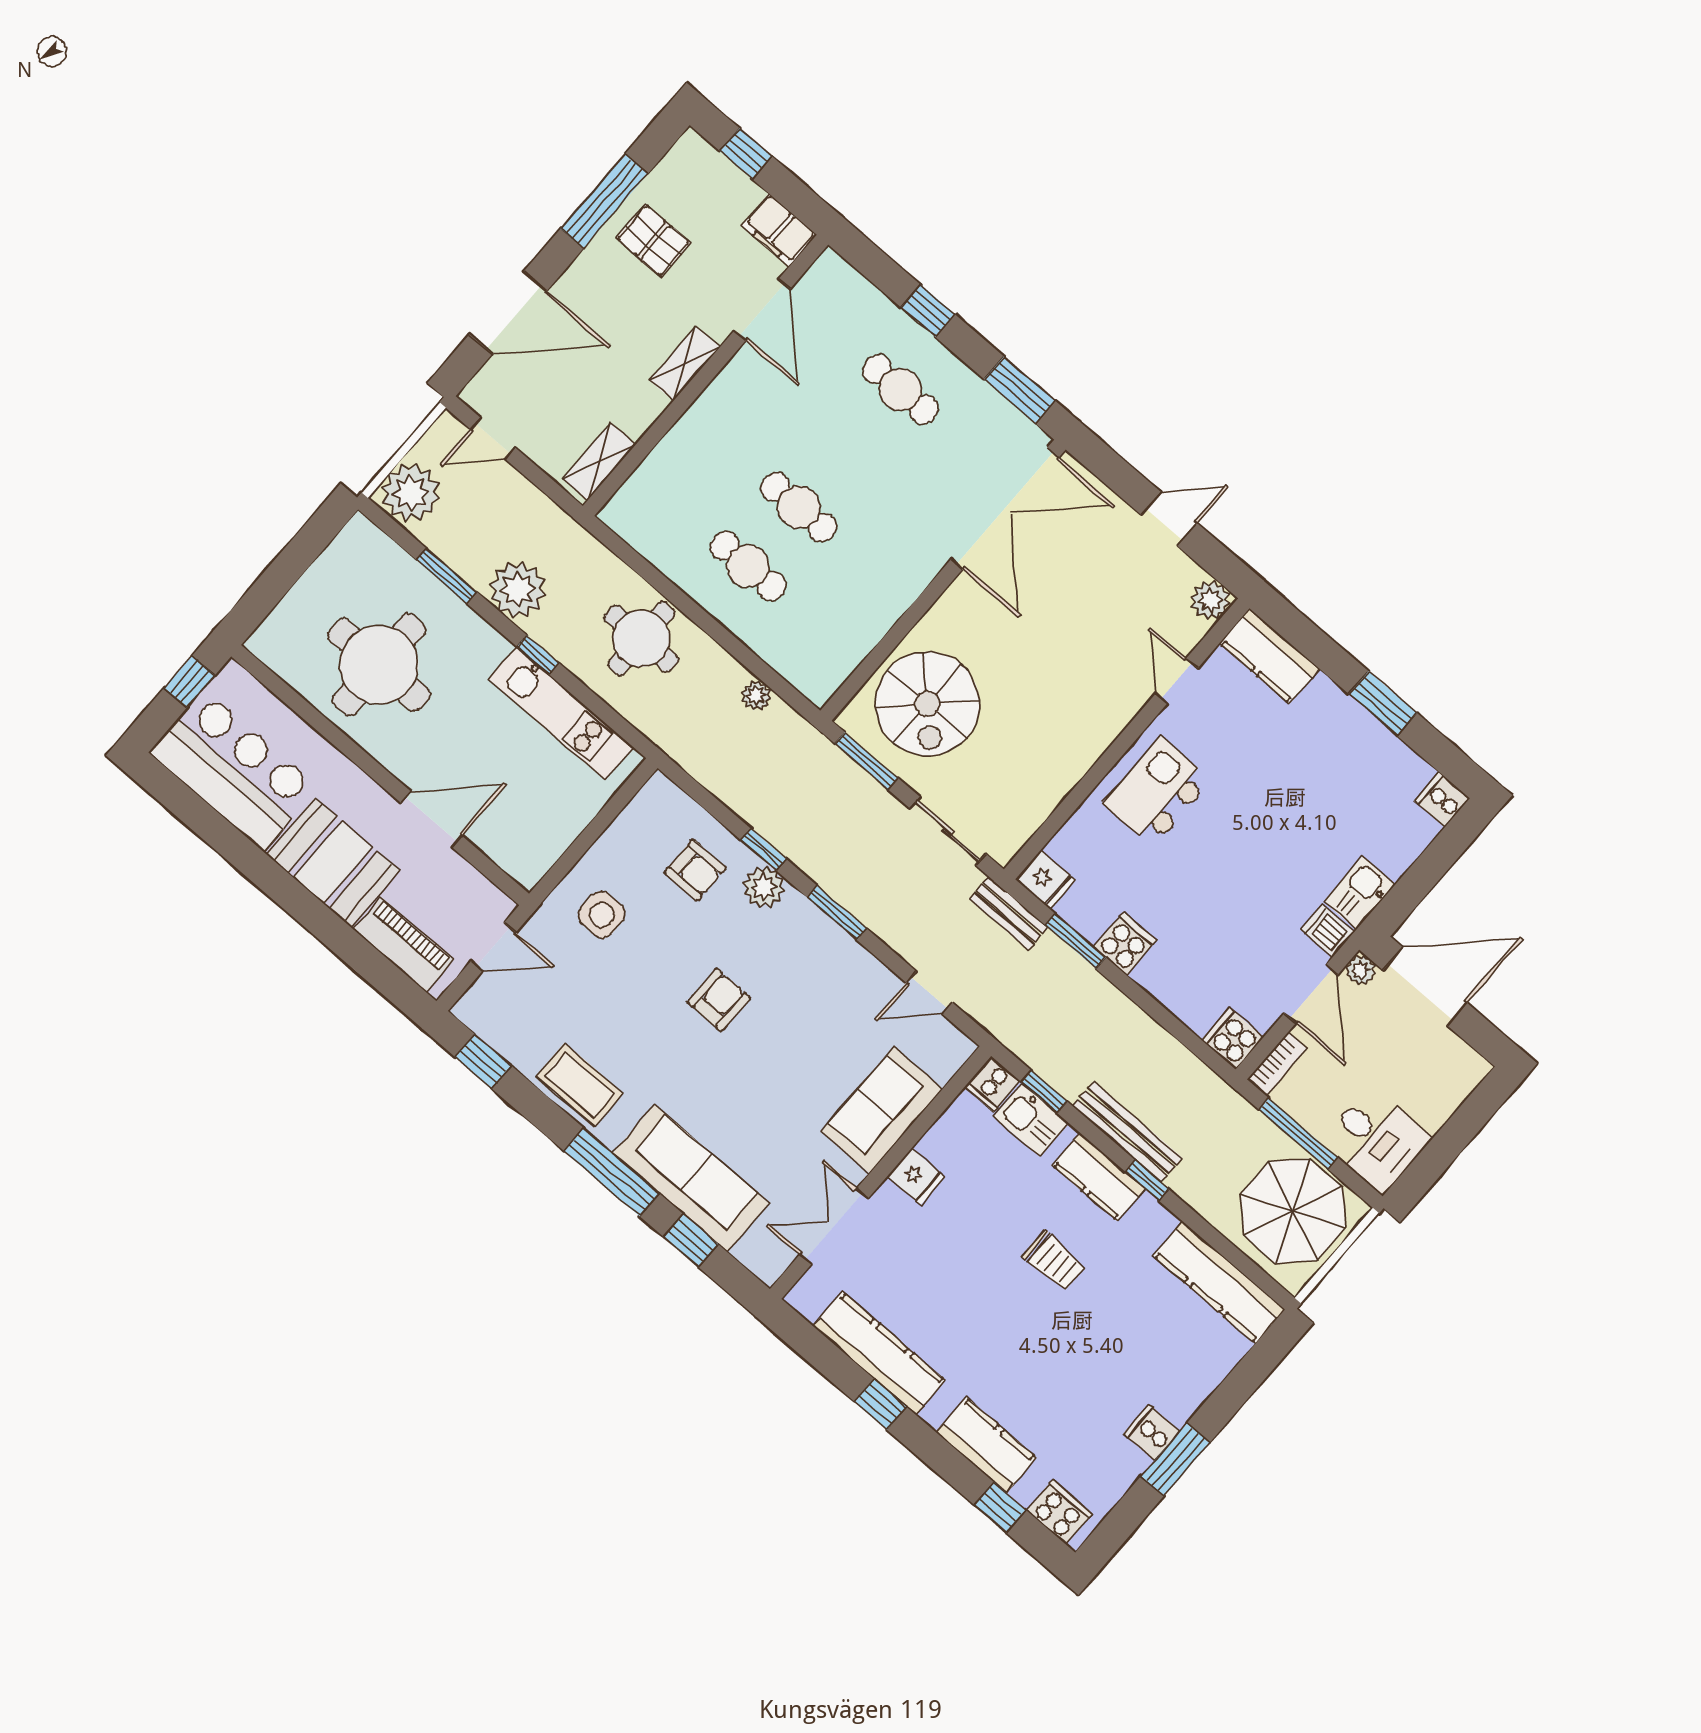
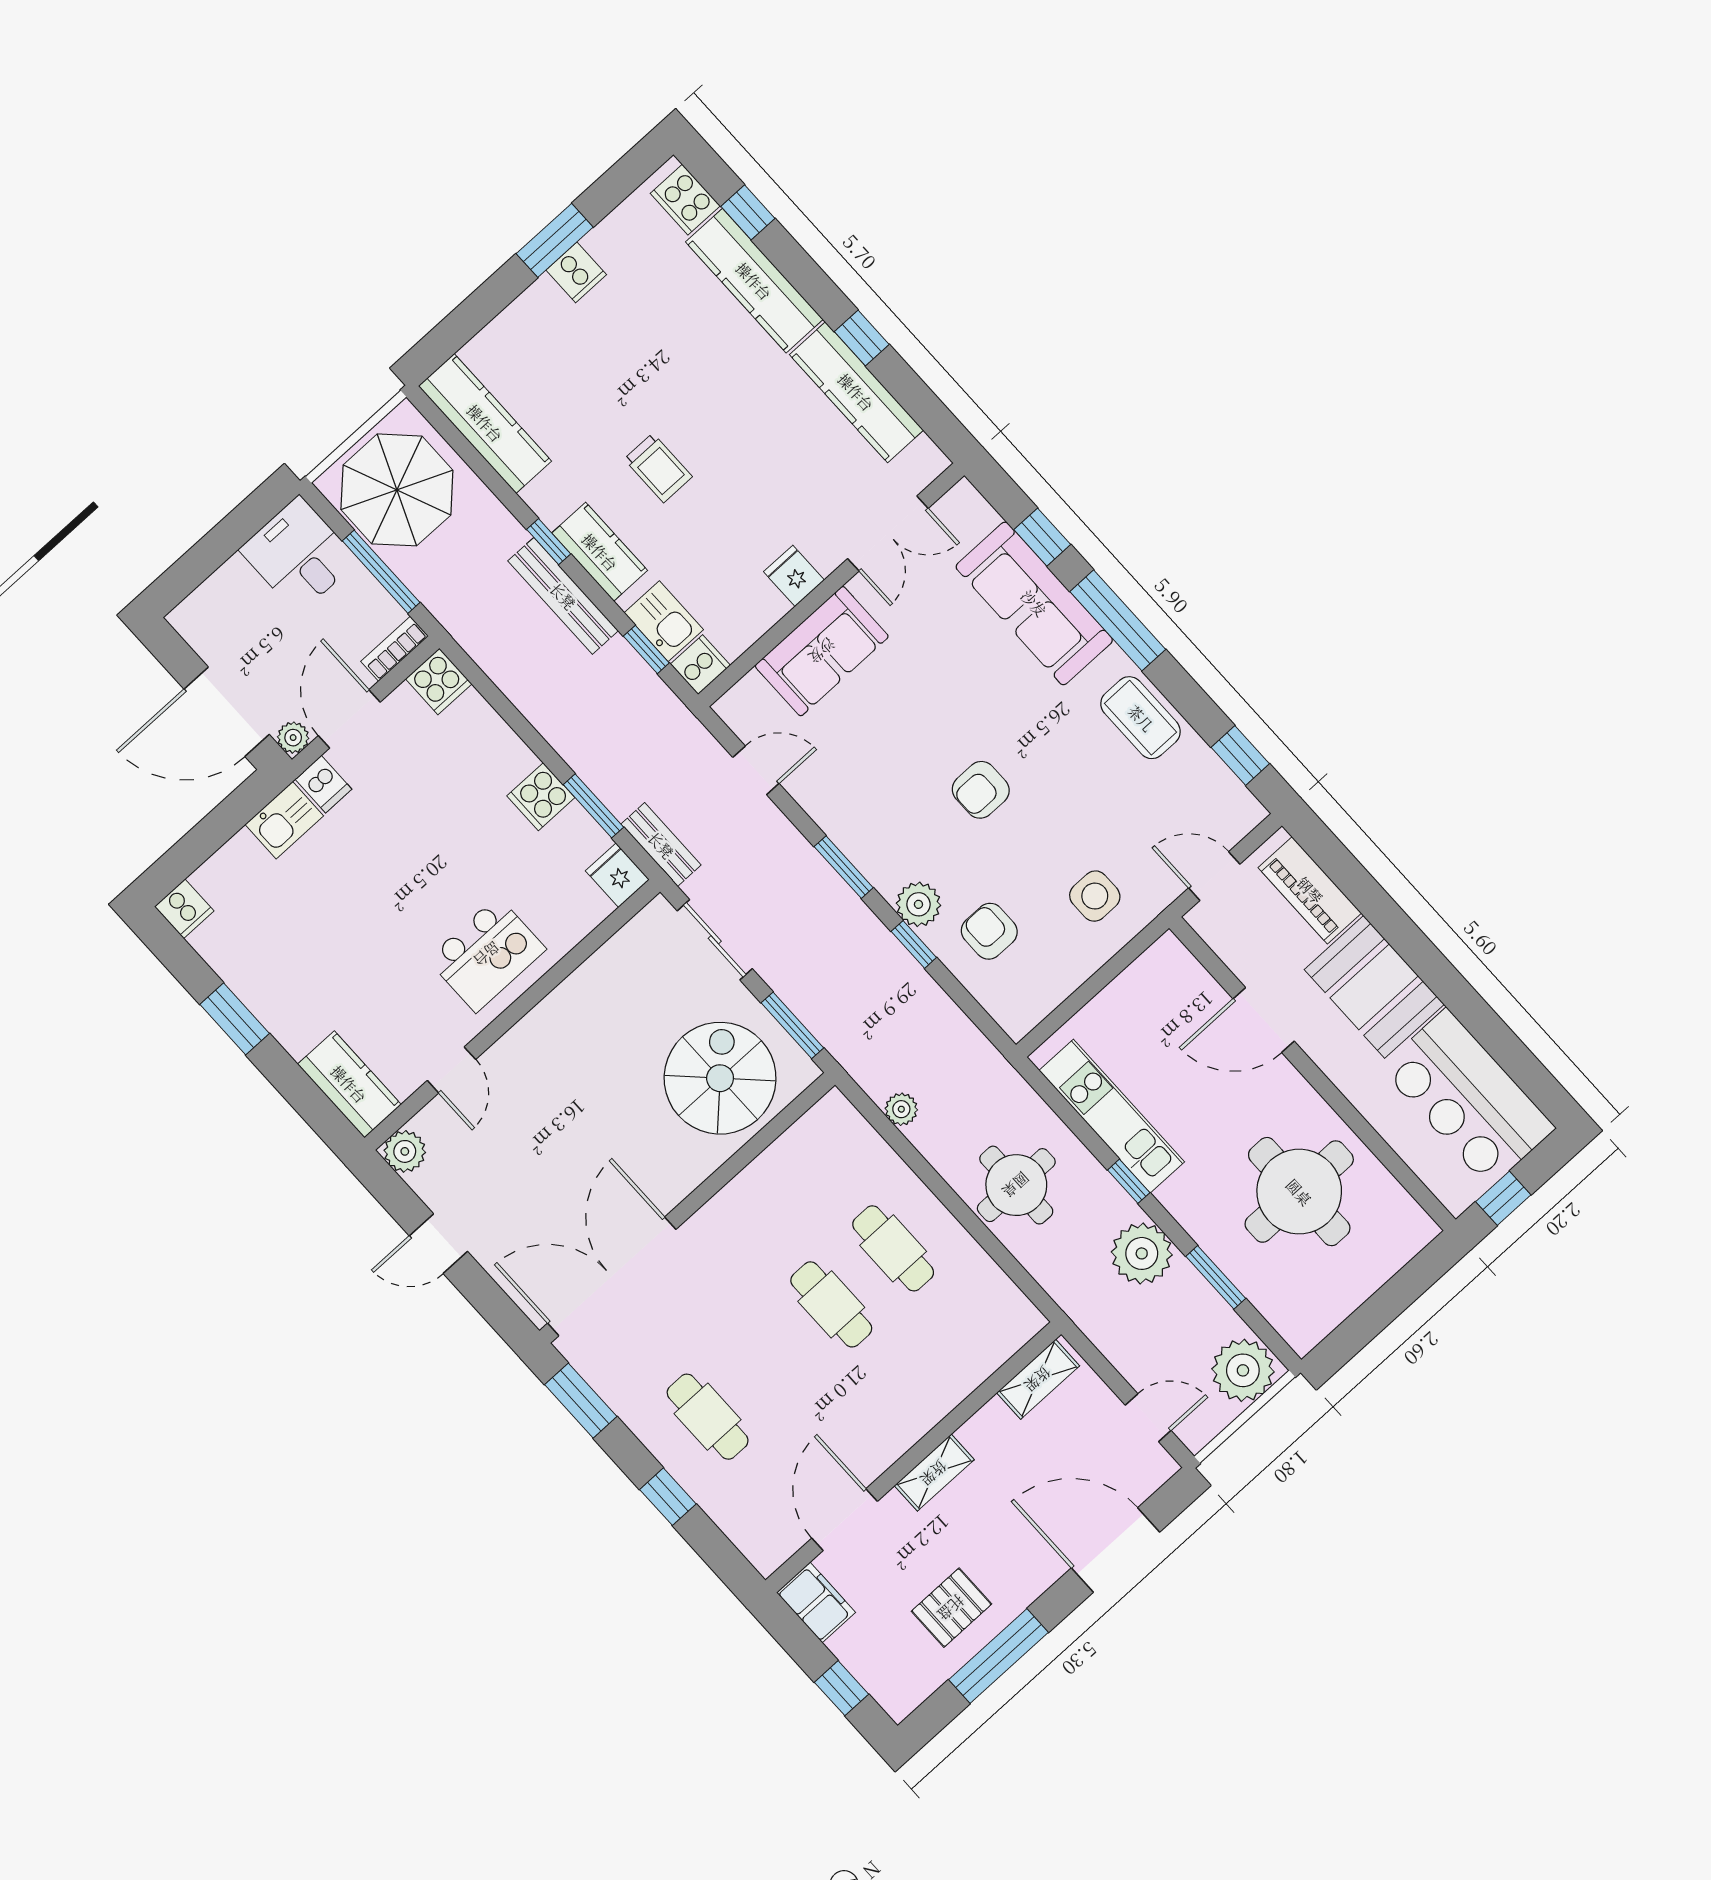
pallet: (653, 241) -> (951, 1608), turned 90
trolley: (1054, 1261) -> (658, 468), turned 180
kitchen counter: (986, 1445) -> (754, 281), width x1.50

